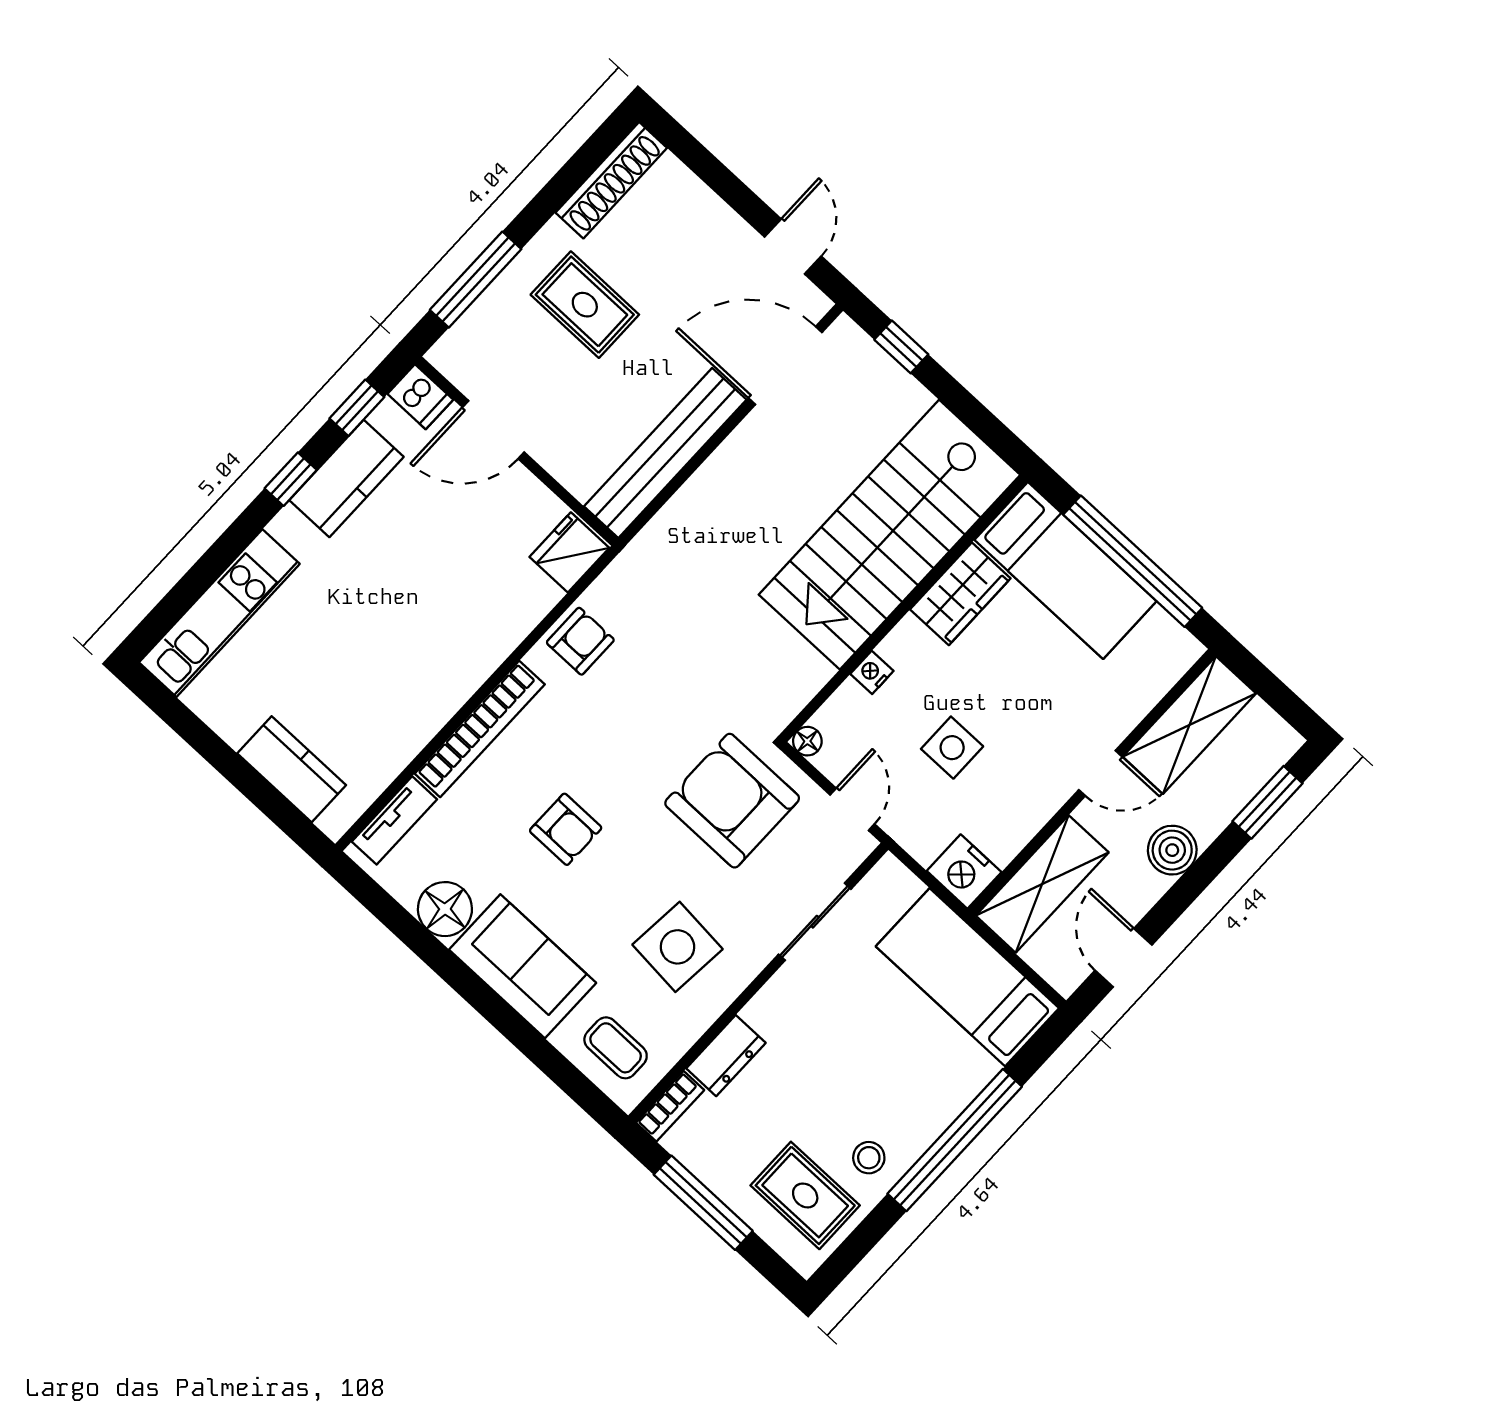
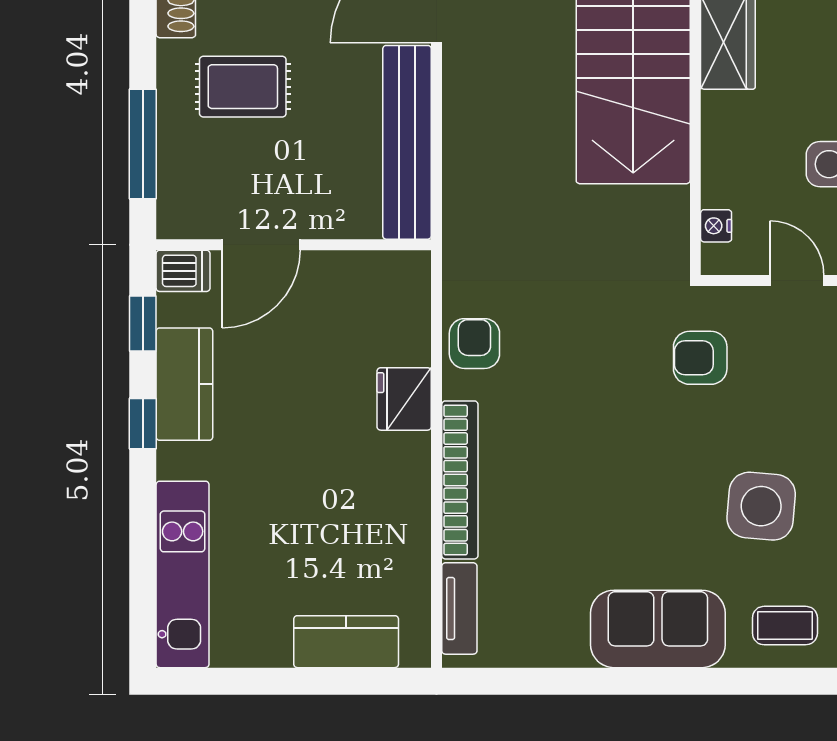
fridge: (569, 552) -> (404, 399), moved
nightstand: (872, 672) -> (716, 226), moved
floor lamp: (807, 741) -> (715, 260), removed
armchair: (732, 801) -> (700, 358), width x0.53, depth x0.53
armchair: (566, 829) -> (595, 496), removed
floor lamp: (445, 909) -> (559, 640), removed

